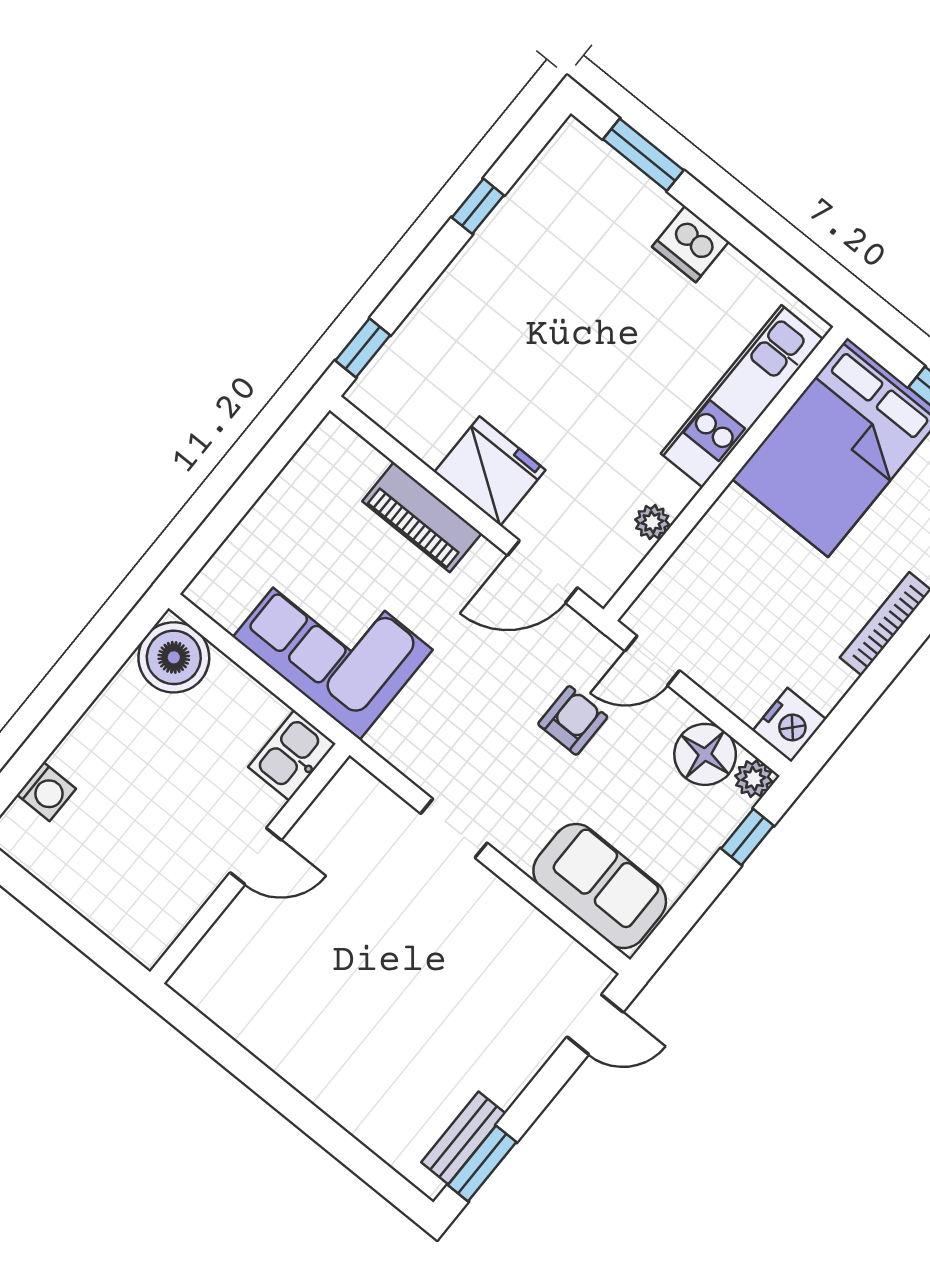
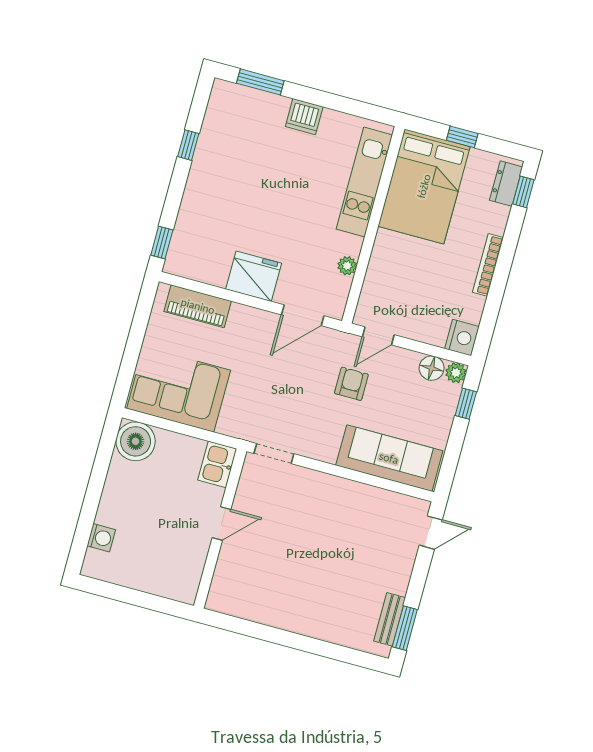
piano: (422, 517) -> (198, 306), moved
corner sofa: (333, 643) -> (179, 389), moved
floor lamp: (705, 754) -> (432, 368), width x0.73, depth x0.73
doorway: (454, 828) -> (274, 454), moved
sofa: (600, 886) -> (389, 458), width x1.36

